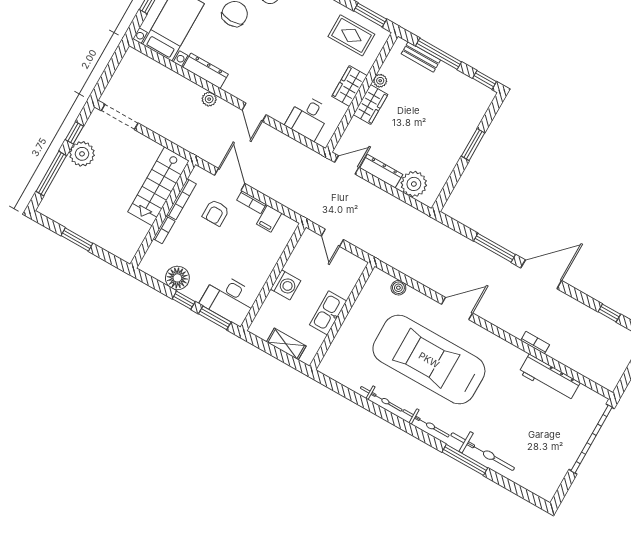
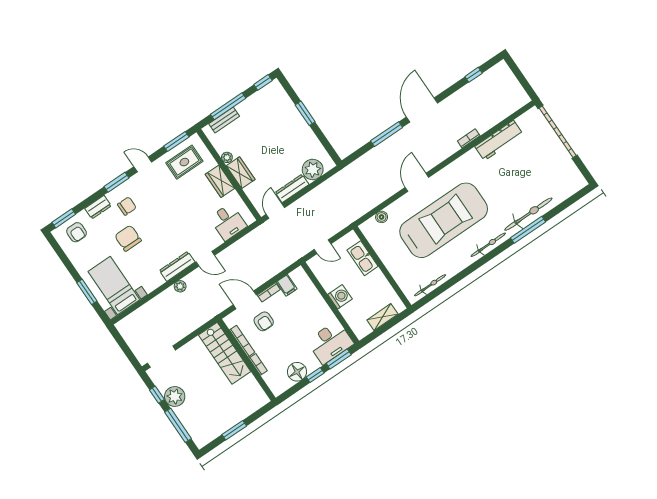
dresser: (205, 71) -> (177, 266), moved
kitchen sink: (328, 313) -> (363, 258), moved
car: (429, 360) -> (444, 220), turned 180
bicycle: (381, 399) -> (430, 285), moved

